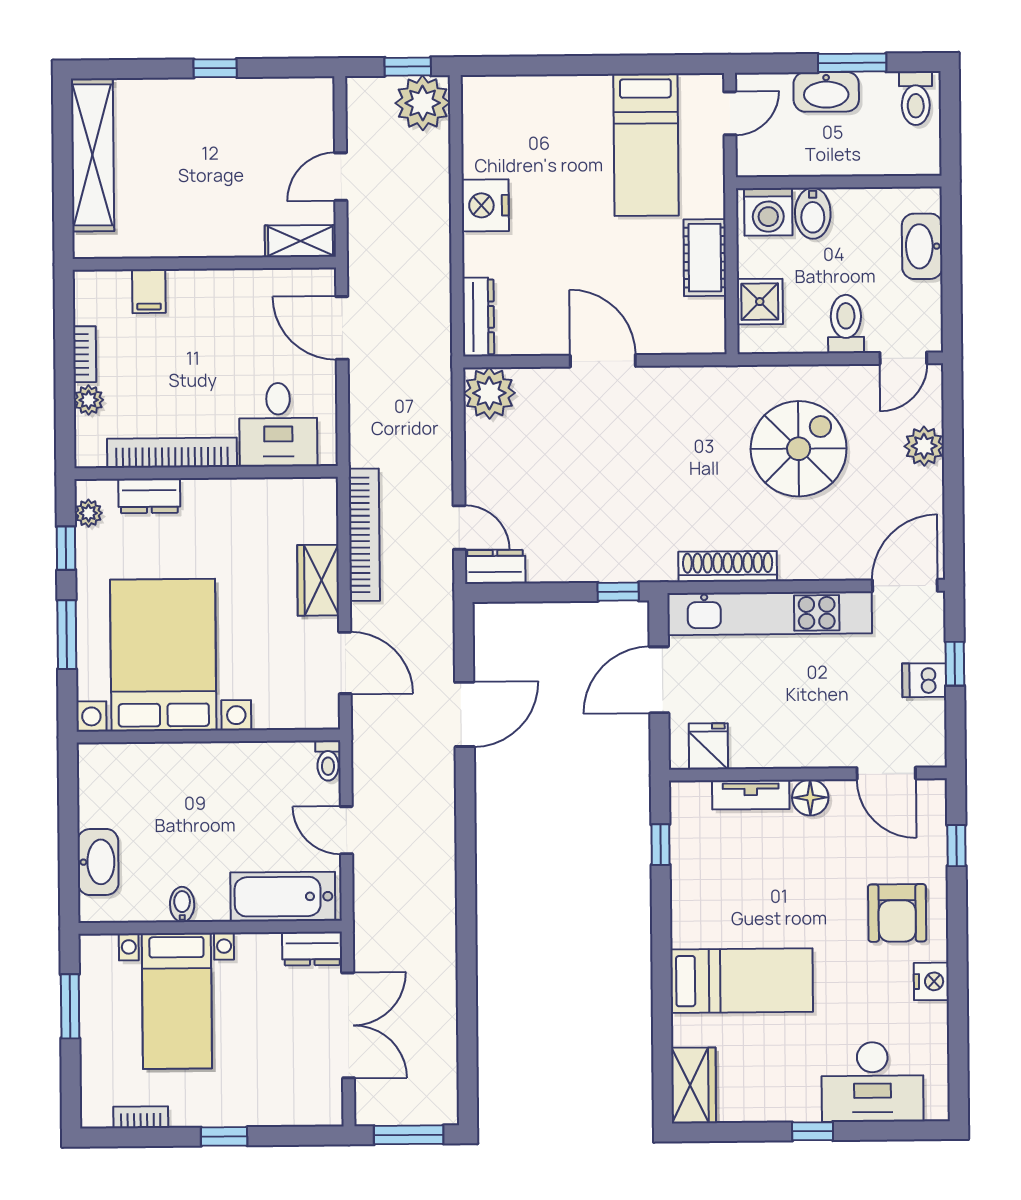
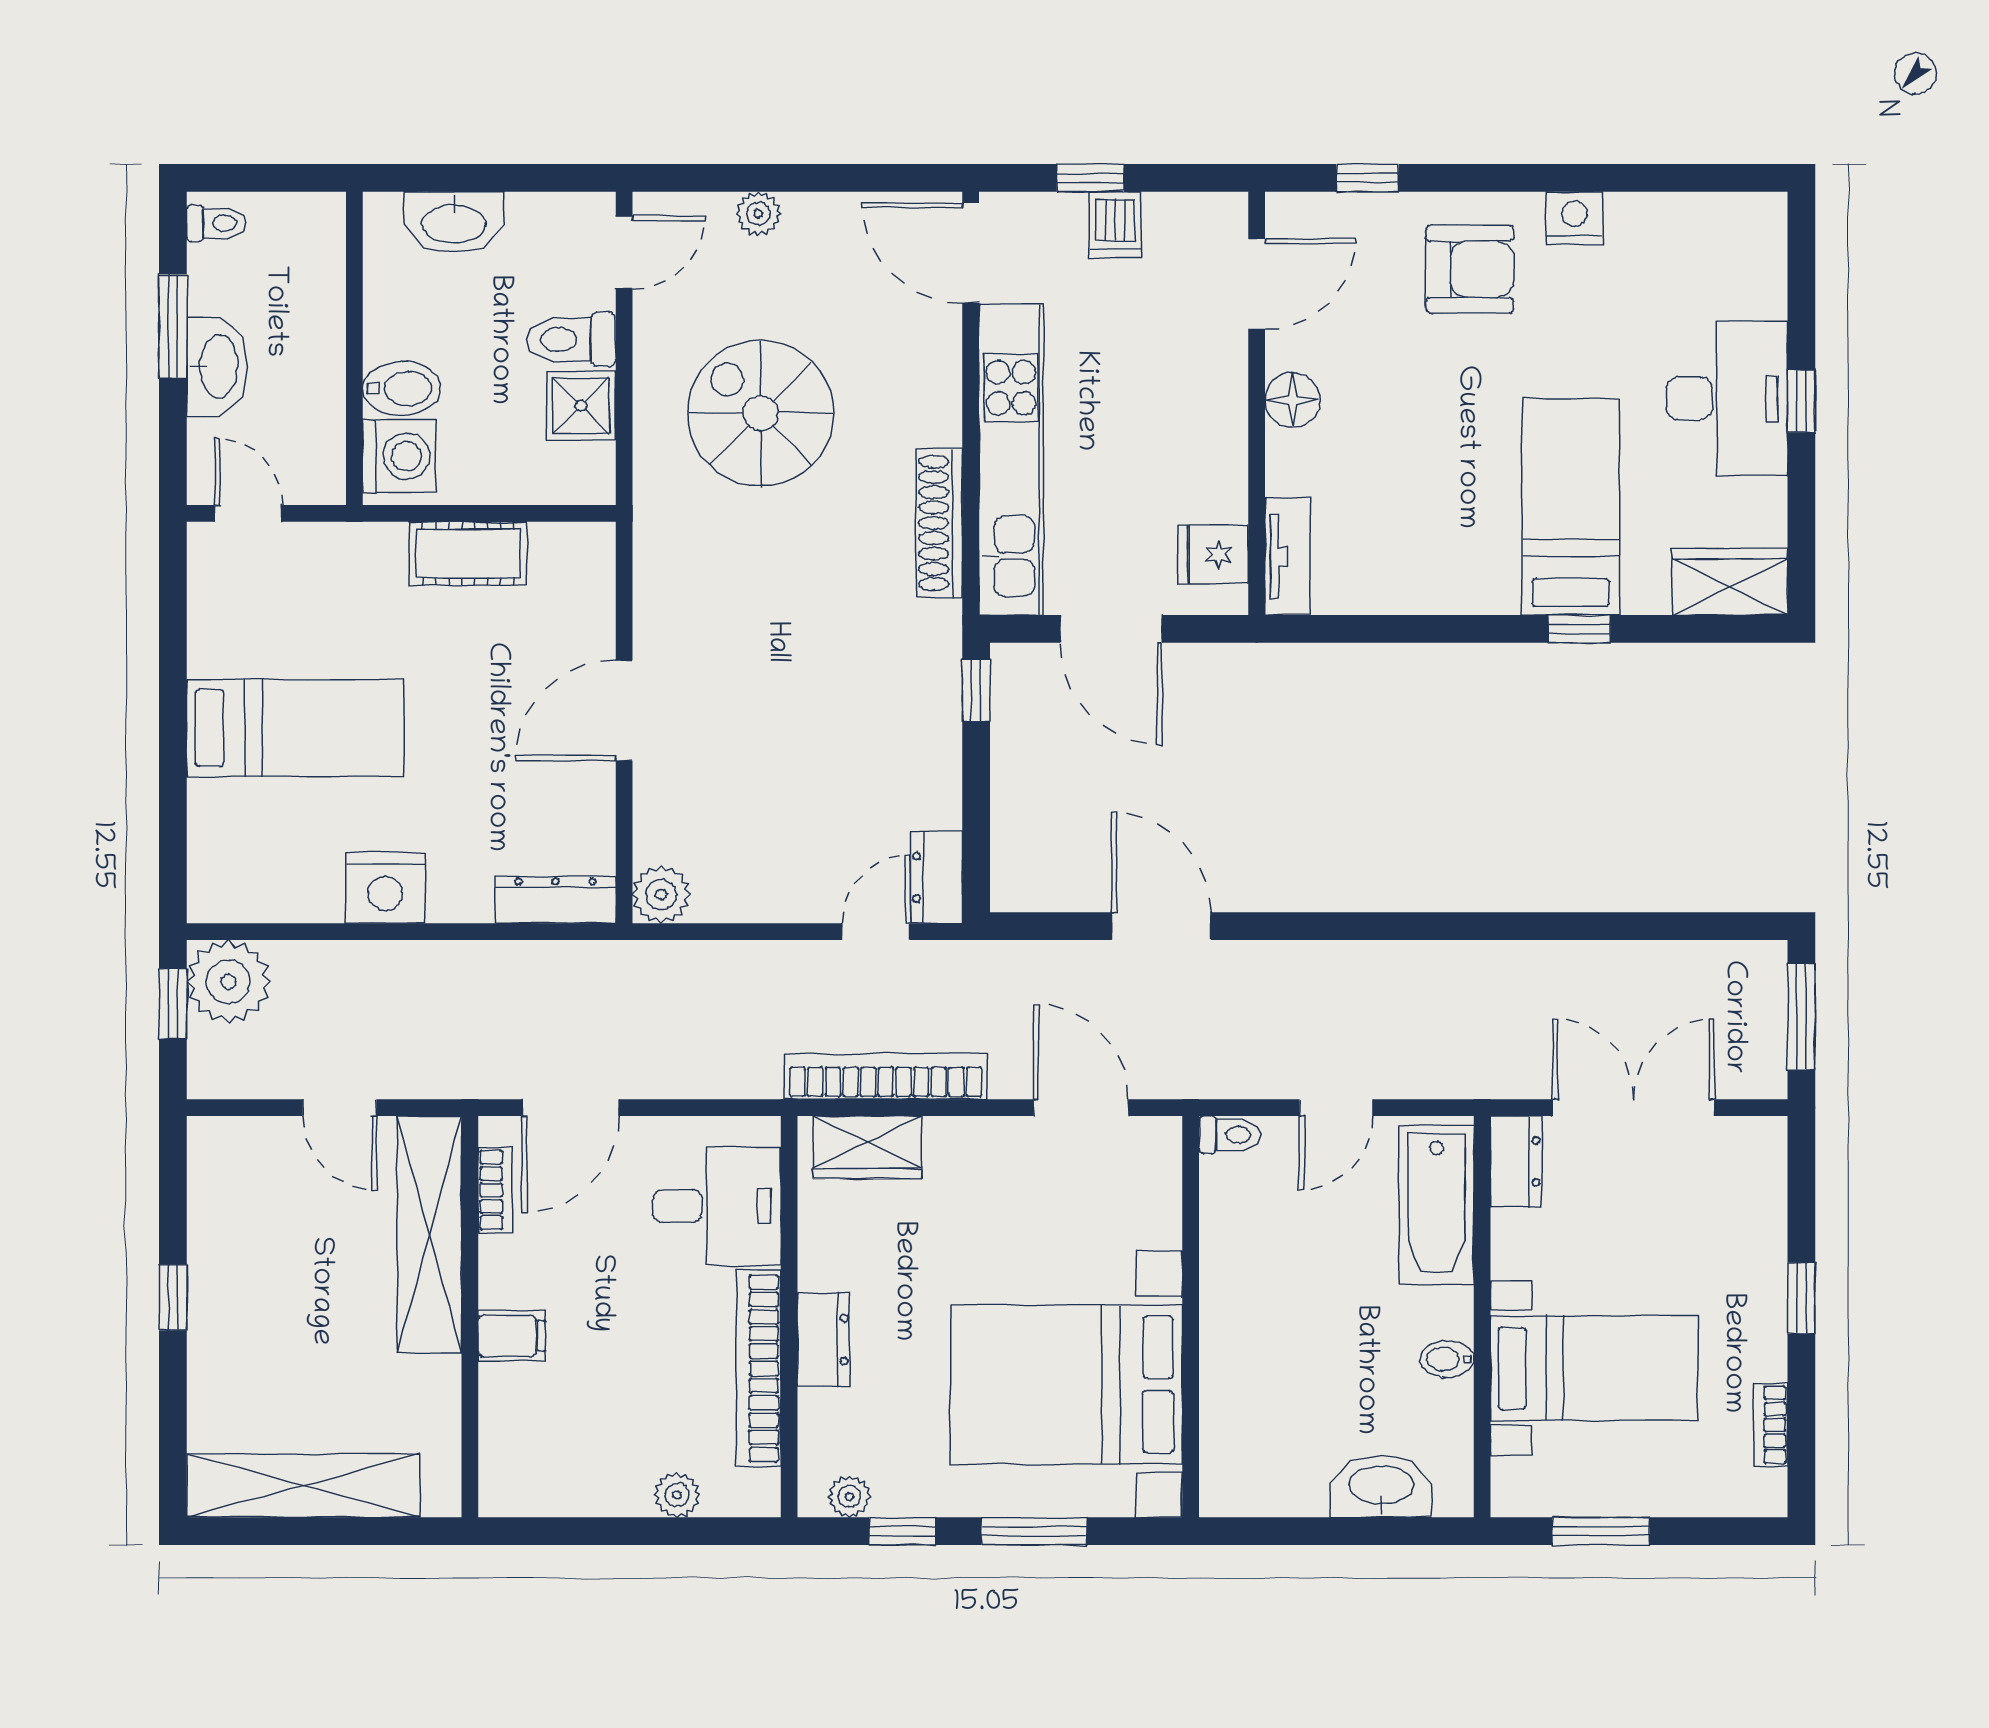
toilet: (916, 98) -> (216, 223), width x0.73, depth x0.72
bed: (646, 145) -> (295, 728), moved
shelving: (300, 241) -> (429, 1235), width x2.20, depth x1.33
filing cabinet: (149, 291) -> (512, 1336), moved
shower: (760, 302) -> (581, 406), moved
bookcase: (85, 354) -> (495, 1190), moved, turned 90
door: (903, 358) -> (624, 252), hinge flipped
plant: (489, 393) -> (661, 894), width x0.73, depth x0.73
plant: (924, 446) -> (758, 214), width x0.73, depth x0.73
dresser: (149, 496) -> (824, 1340), moved
wardrobe: (318, 580) -> (867, 1147), moved
door: (345, 663) -> (1081, 1108), hinge flipped
tv unit: (751, 795) -> (1287, 556), moved
window: (660, 845) -> (1579, 629), moved
desk: (872, 1082) -> (1727, 398), moved

